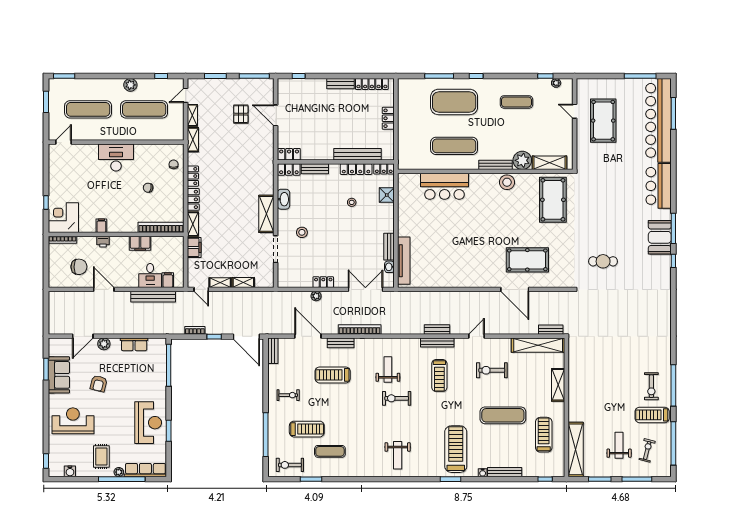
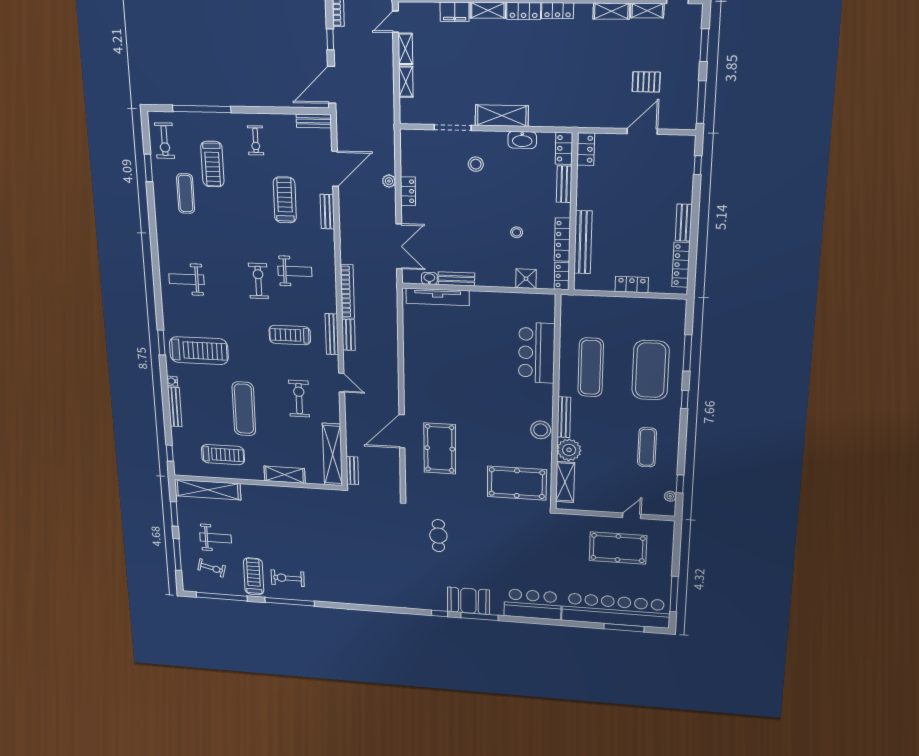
bookcase: (360, 329) -> (347, 291), moved
exercise bike: (290, 465) -> (165, 141), turned 180

